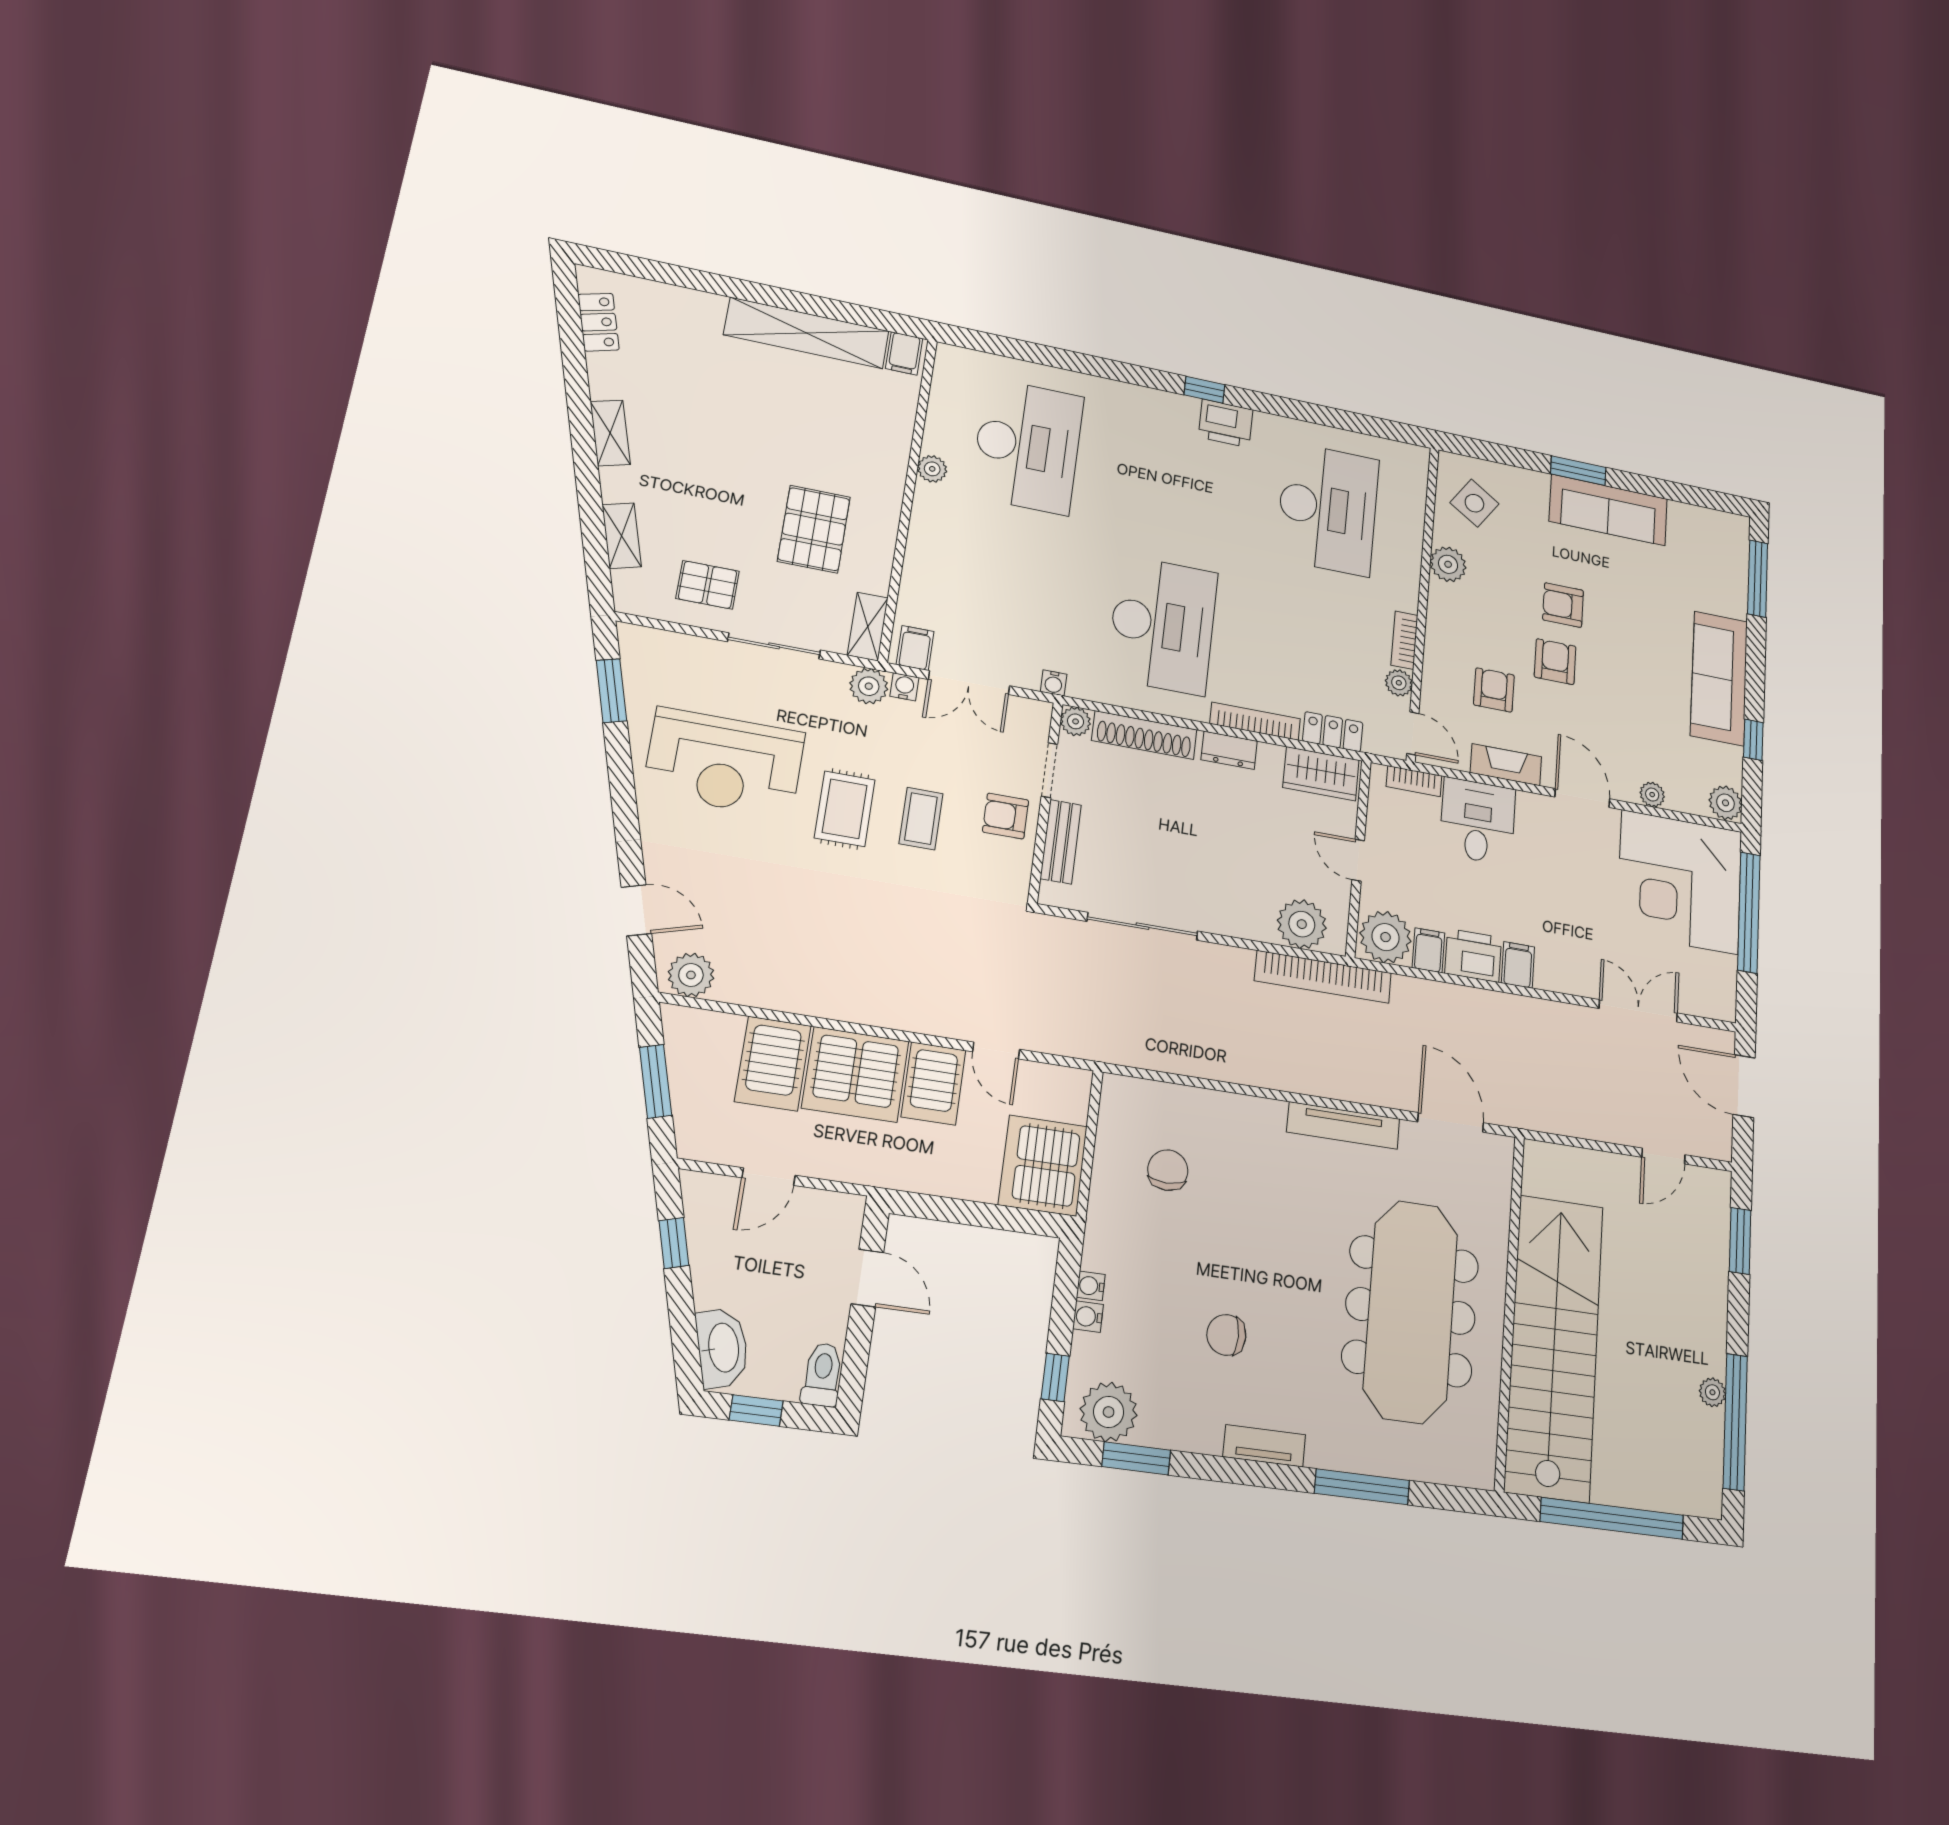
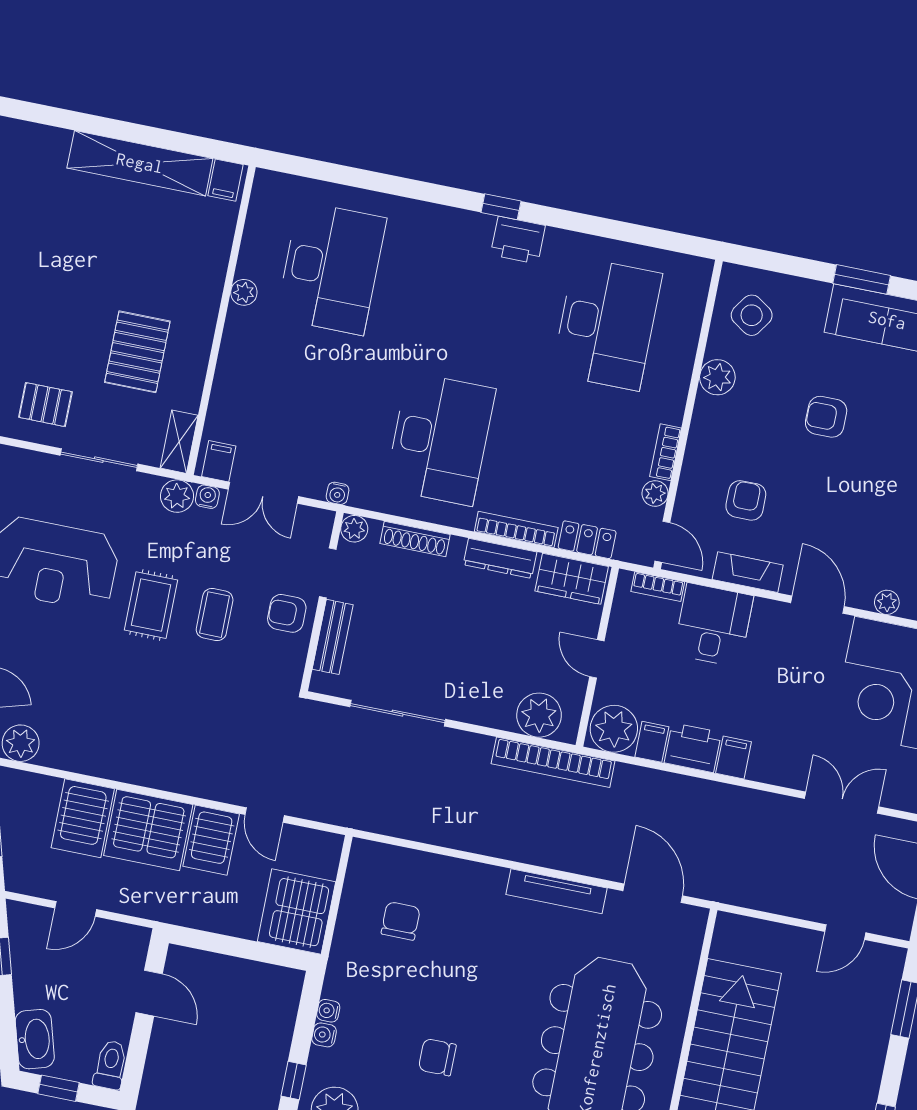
armchair: (1555, 662) -> (810, 473), removed
shoe rack: (1144, 735) -> (415, 539), width x0.74, depth x0.81
dresser: (1229, 750) -> (500, 558), width x1.44

